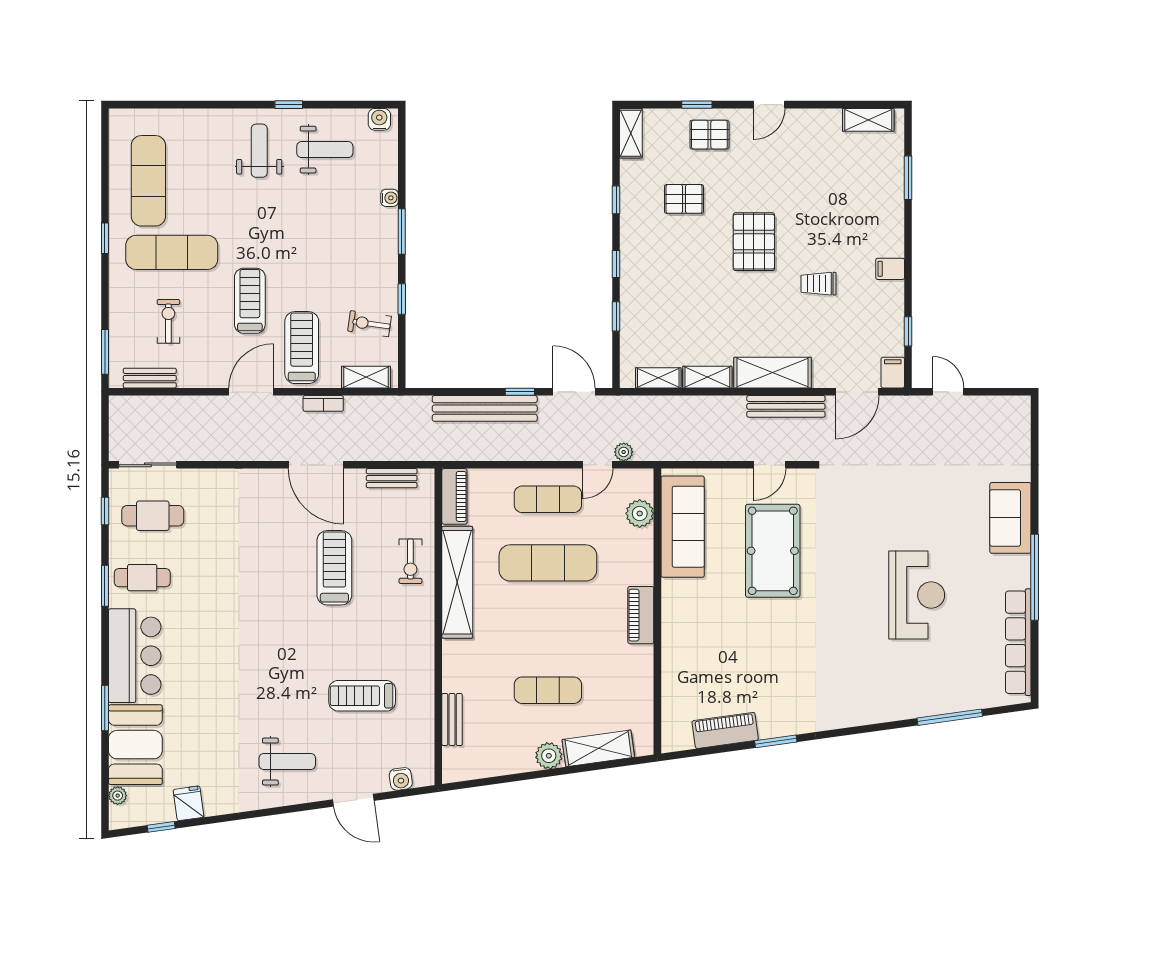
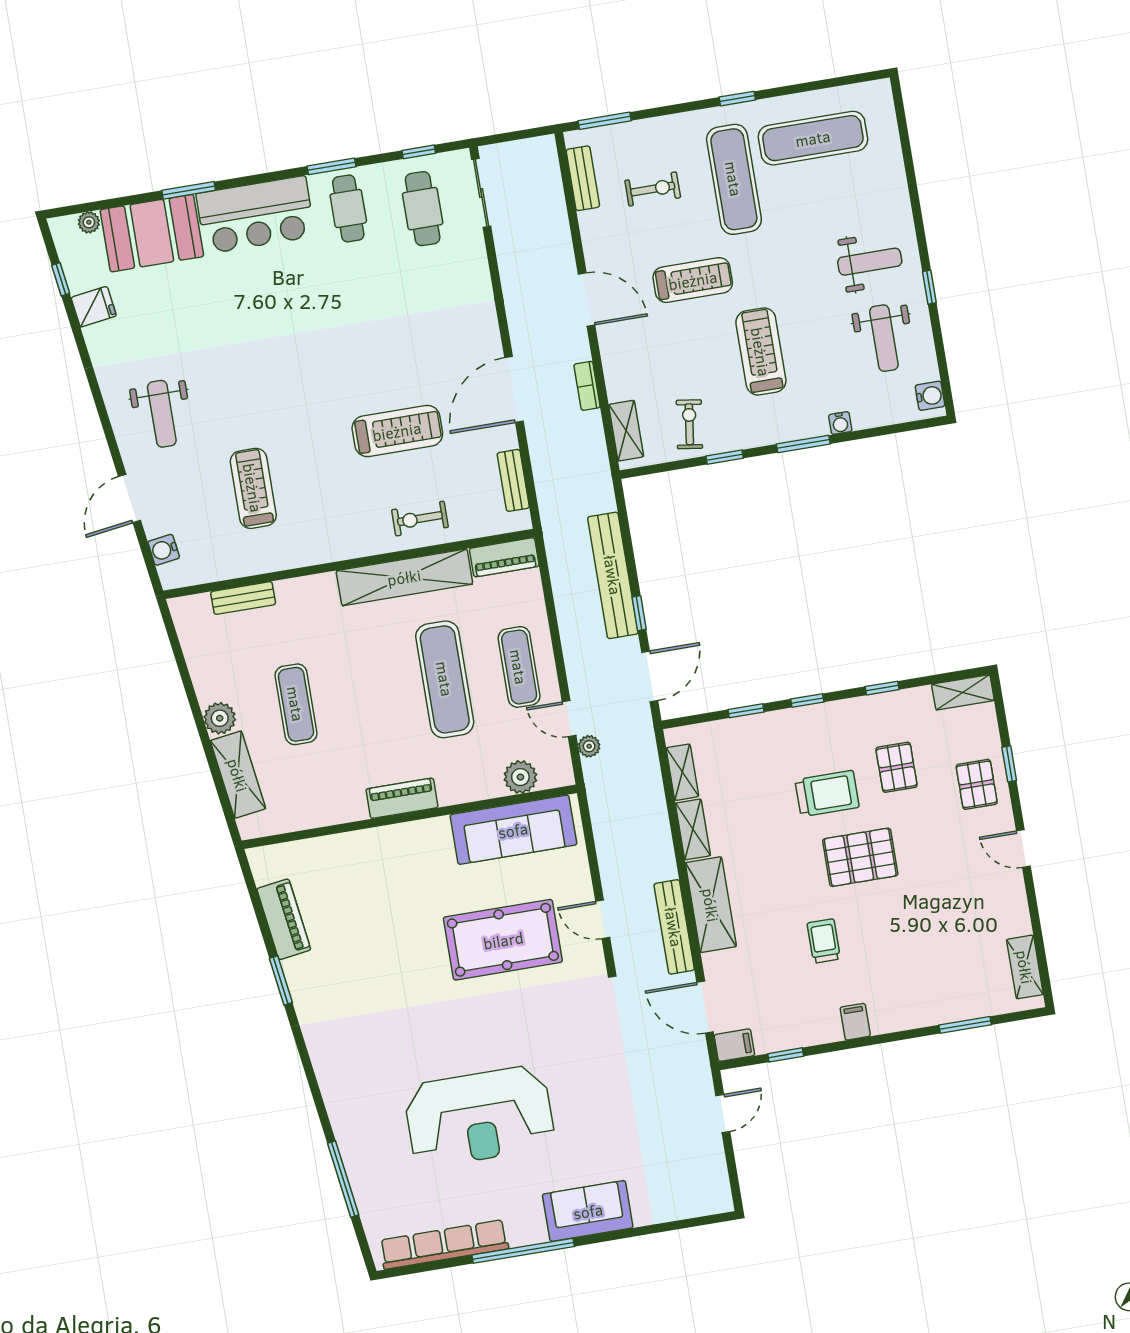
trolley: (696, 260) -> (827, 793), added
treadmill: (302, 348) -> (761, 352), moved, turned -90
reception desk: (917, 595) -> (479, 1117), width x1.36, depth x1.30

